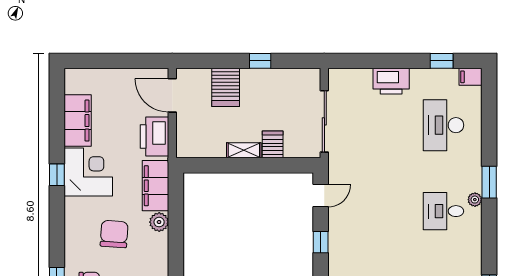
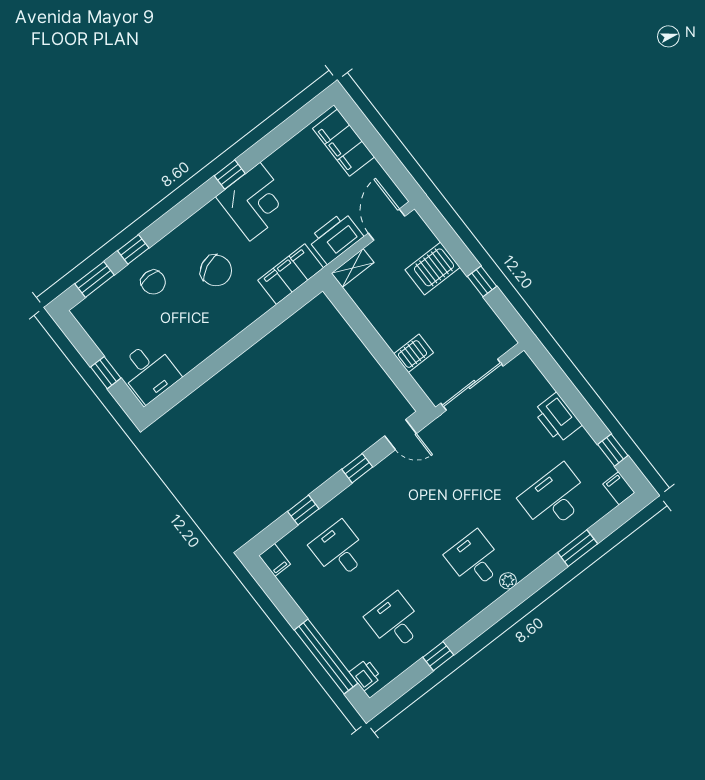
filing cabinet: (78, 121) -> (344, 143), moved, turned 90
shelving: (244, 150) -> (353, 268), moved, turned 90
window: (489, 182) -> (578, 548), moved
plant: (159, 222) -> (259, 304), removed
chair: (114, 234) -> (216, 270), turned 61

